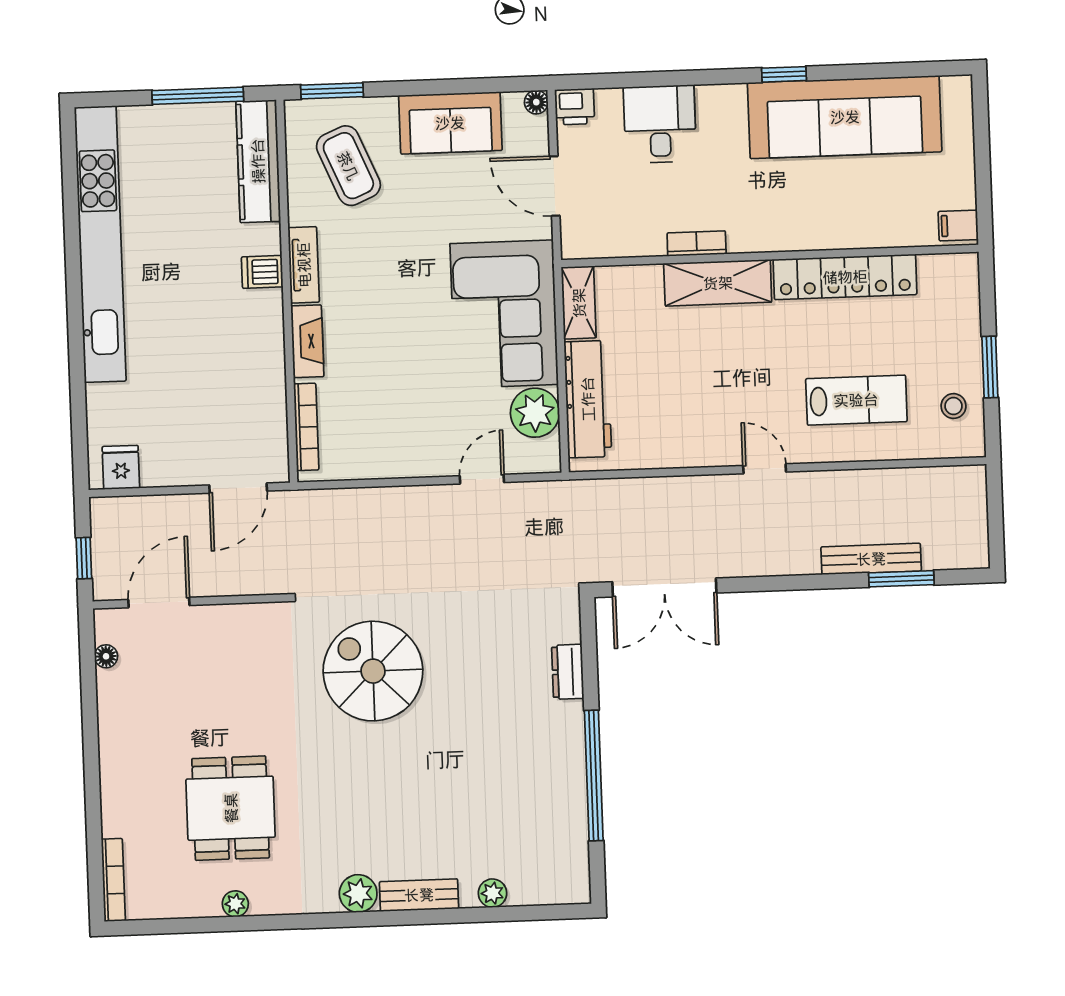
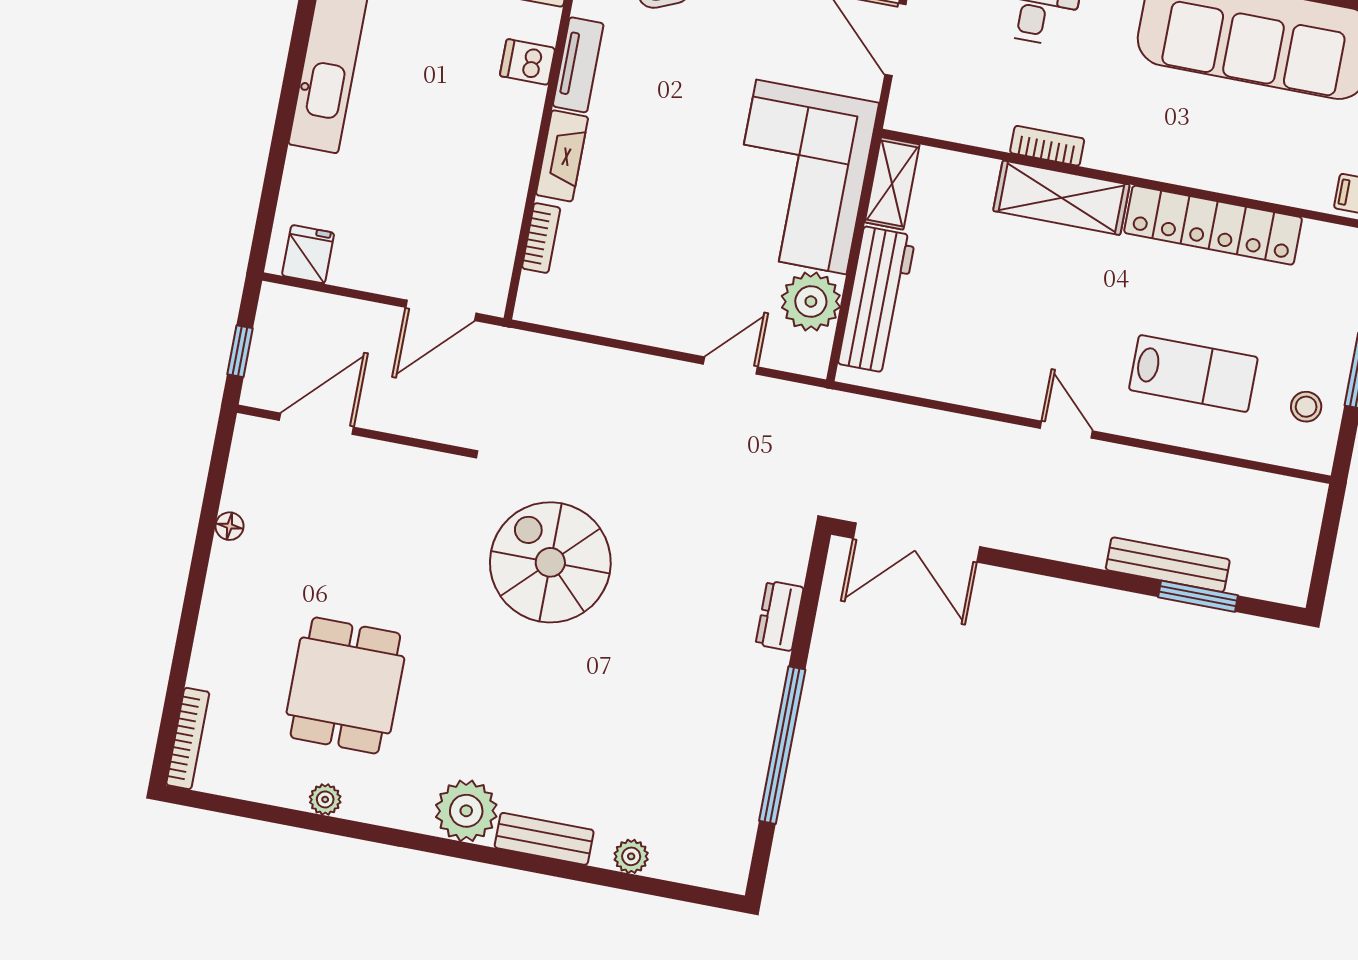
bookcase: (306, 427) -> (541, 238), width x0.64
floor lamp: (106, 656) -> (229, 526), moved
plant: (358, 893) -> (466, 811), width x1.36, depth x1.36

